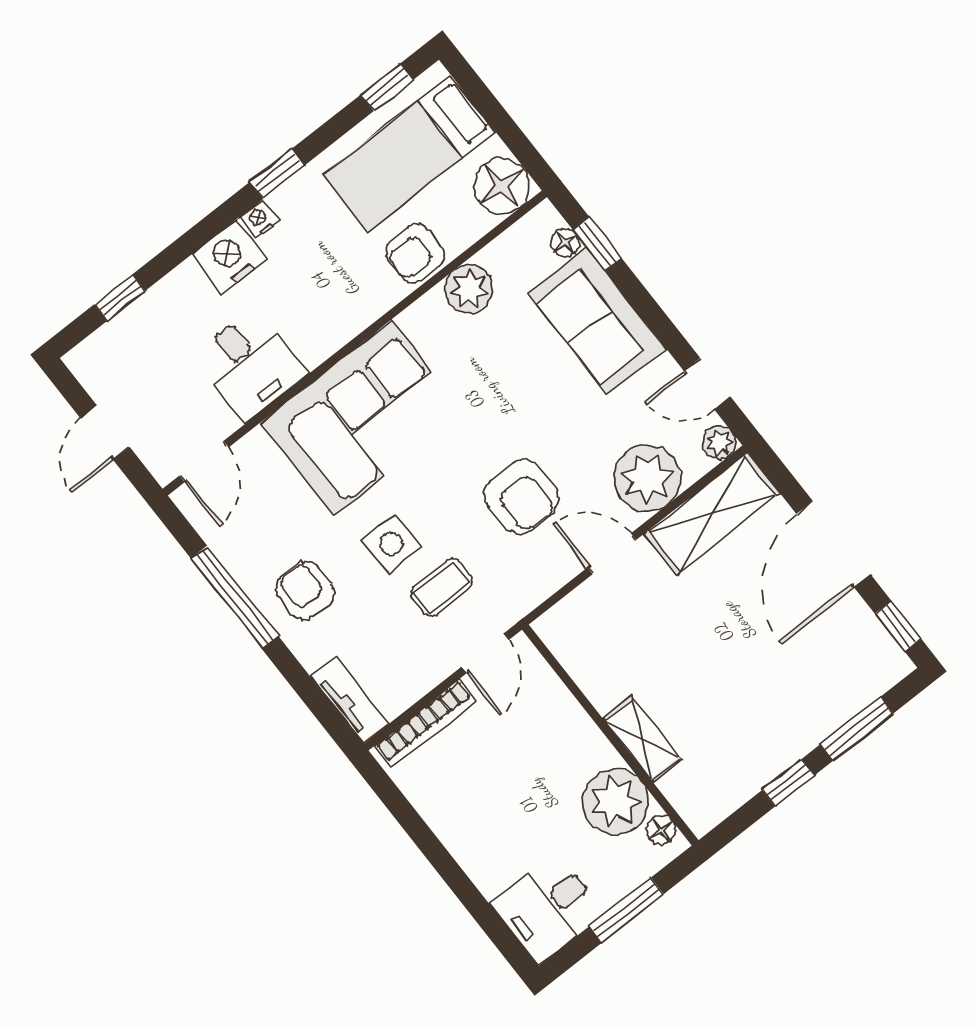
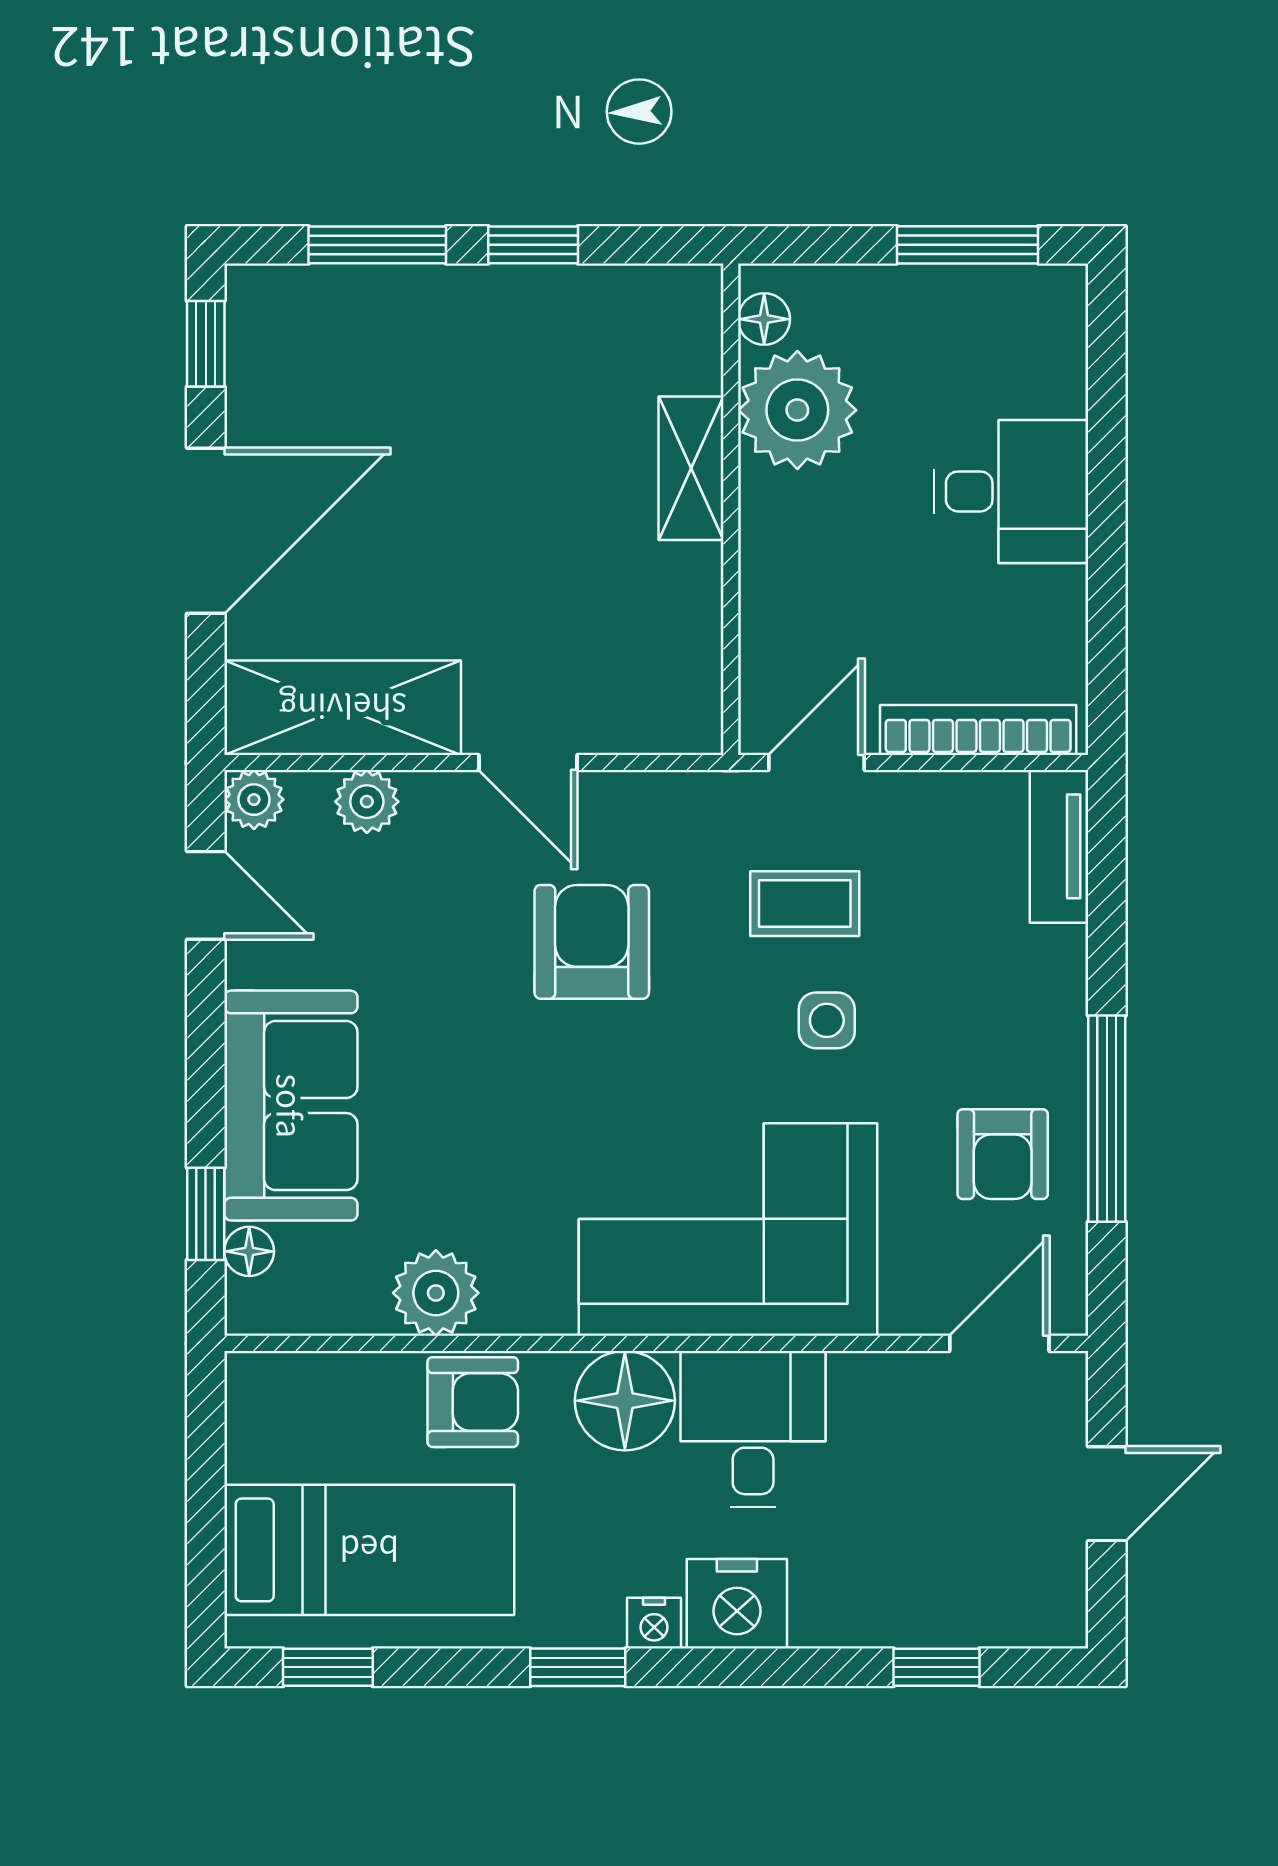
floor lamp: (502, 186) -> (625, 1401), moved
desk: (250, 365) -> (753, 1429), moved
plant: (647, 478) -> (367, 802), width x0.53, depth x0.53
side table: (391, 544) -> (827, 1020), width x0.73, depth x0.73
armchair: (305, 591) -> (1003, 1154), moved
desk: (547, 908) -> (1011, 491), moved
window: (626, 910) -> (968, 245), moved

